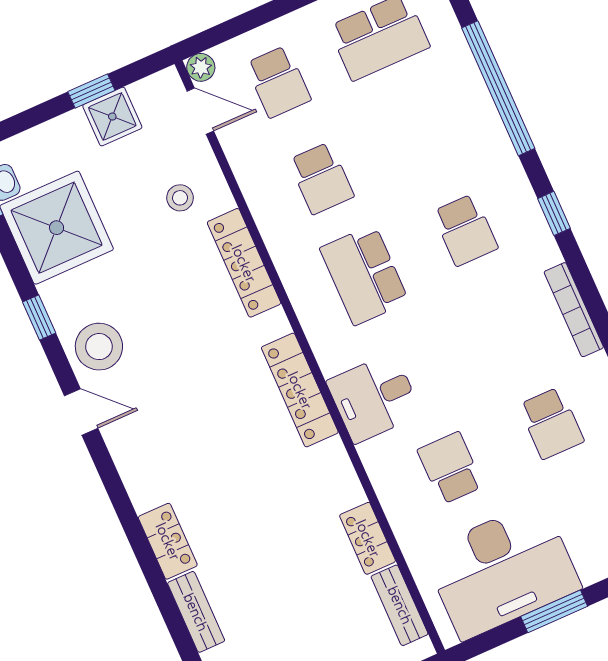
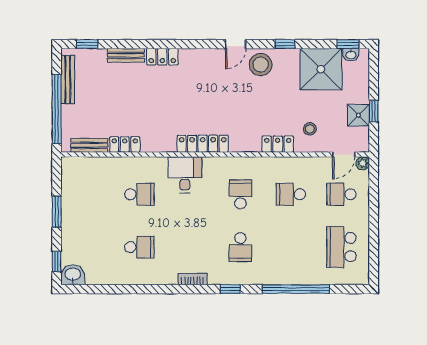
school desk: (465, 230) -> (240, 247), turned -90
locker: (244, 263) -> (278, 144), width x0.66
school desk: (364, 275) -> (240, 194), width x0.54
bookcase: (574, 310) -> (193, 279), width x0.64
school desk: (551, 423) -> (139, 247), turned 180
desk: (502, 570) -> (85, 197), removed

